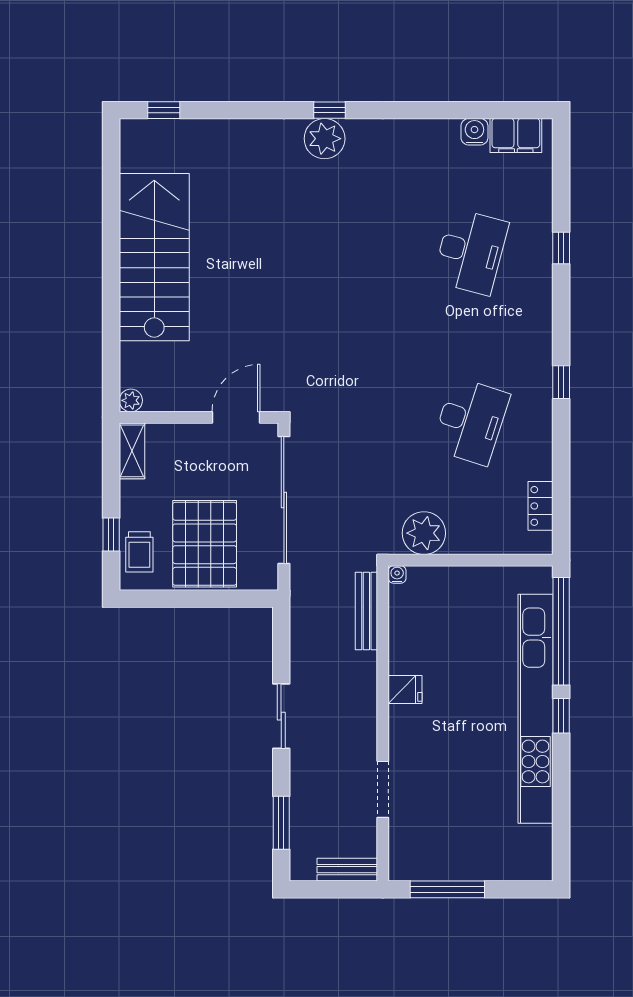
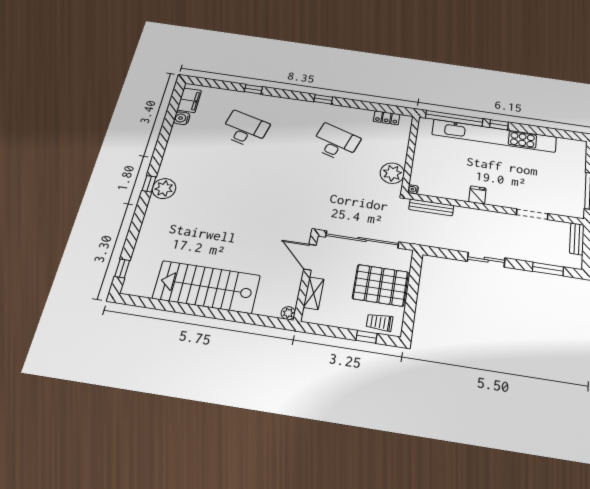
shelving: (132, 451) -> (314, 293), moved, turned 90
trolley: (139, 552) -> (380, 322), turned 180

